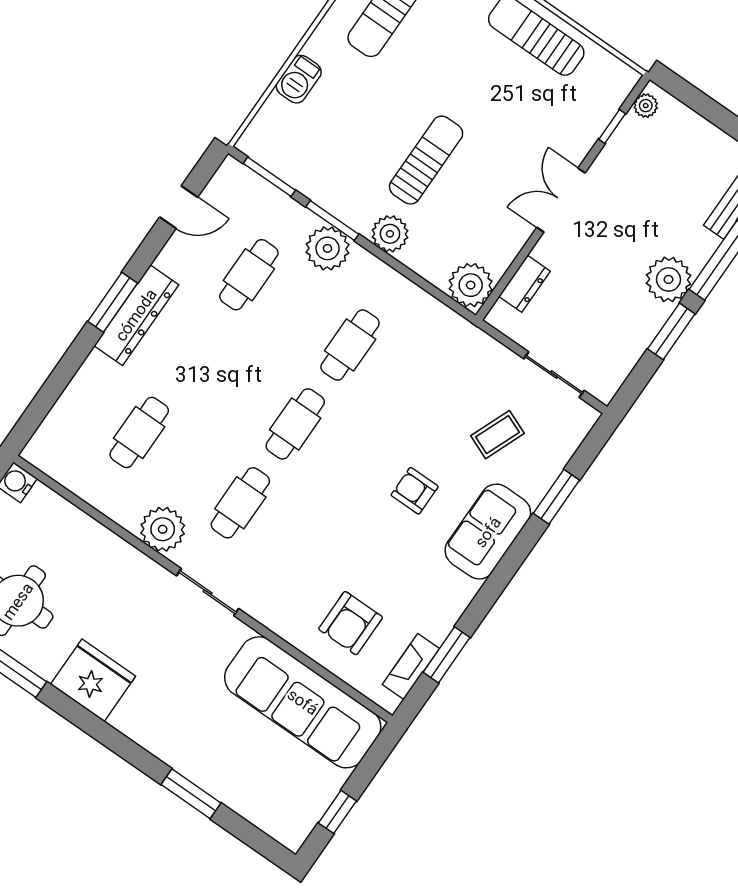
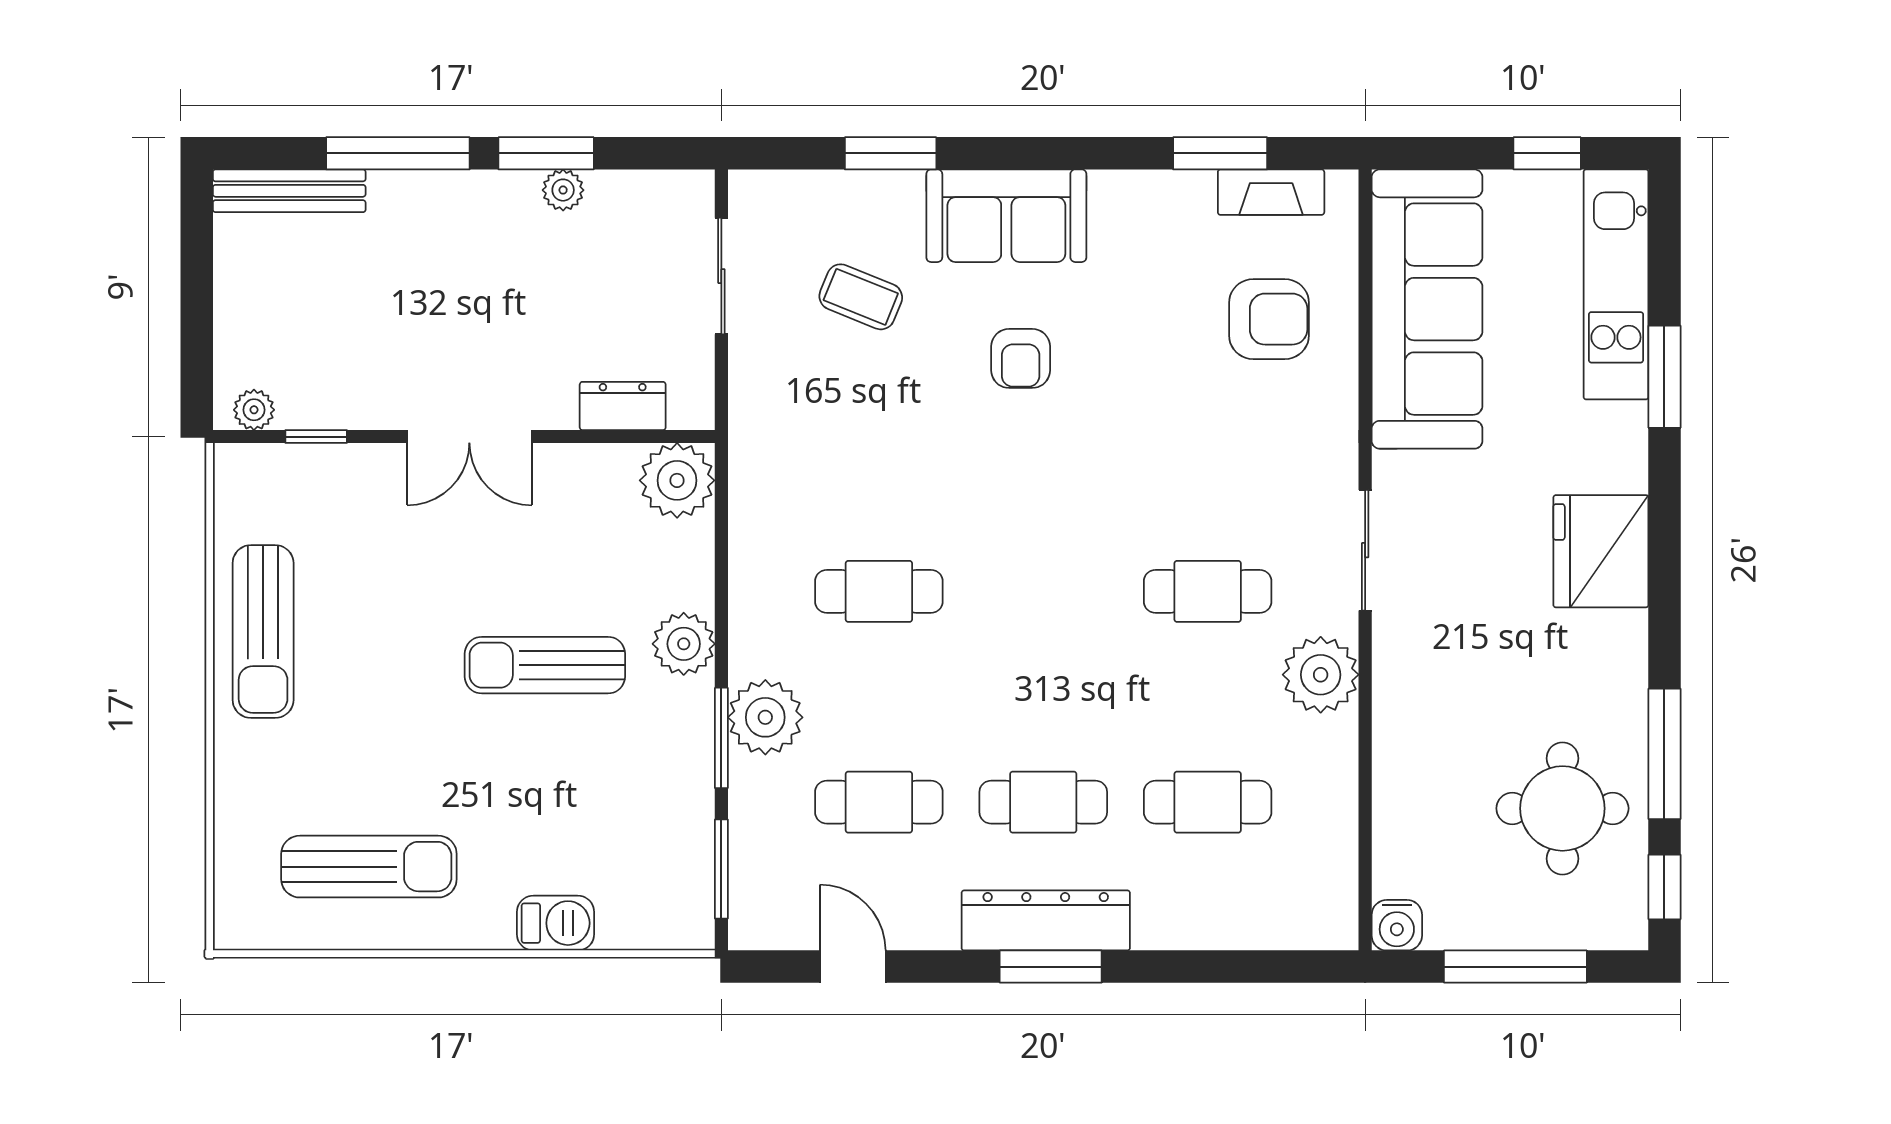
plant: (668, 279) -> (563, 190), moved, width x0.53, depth x0.53
cafe table: (295, 424) -> (1043, 802), moved
fridge: (93, 680) -> (1601, 551), moved
kitchen unit: (251, 801) -> (1616, 284), added

